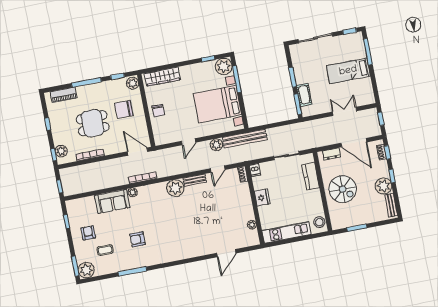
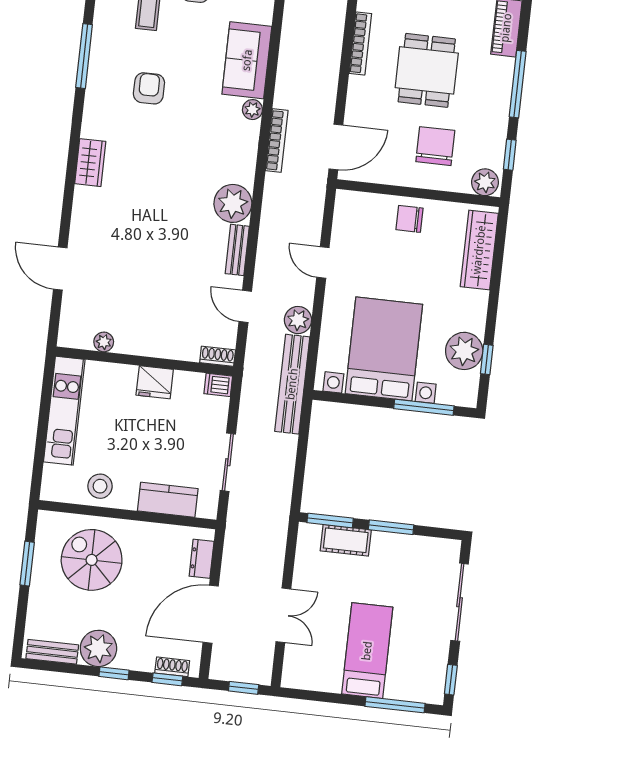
plant: (224, 66) -> (464, 351), moved
spiral stairs: (343, 189) -> (92, 560), moved, turned 90
stool: (319, 222) -> (100, 486), moved
wardrobe: (177, 255) -> (90, 163), added

